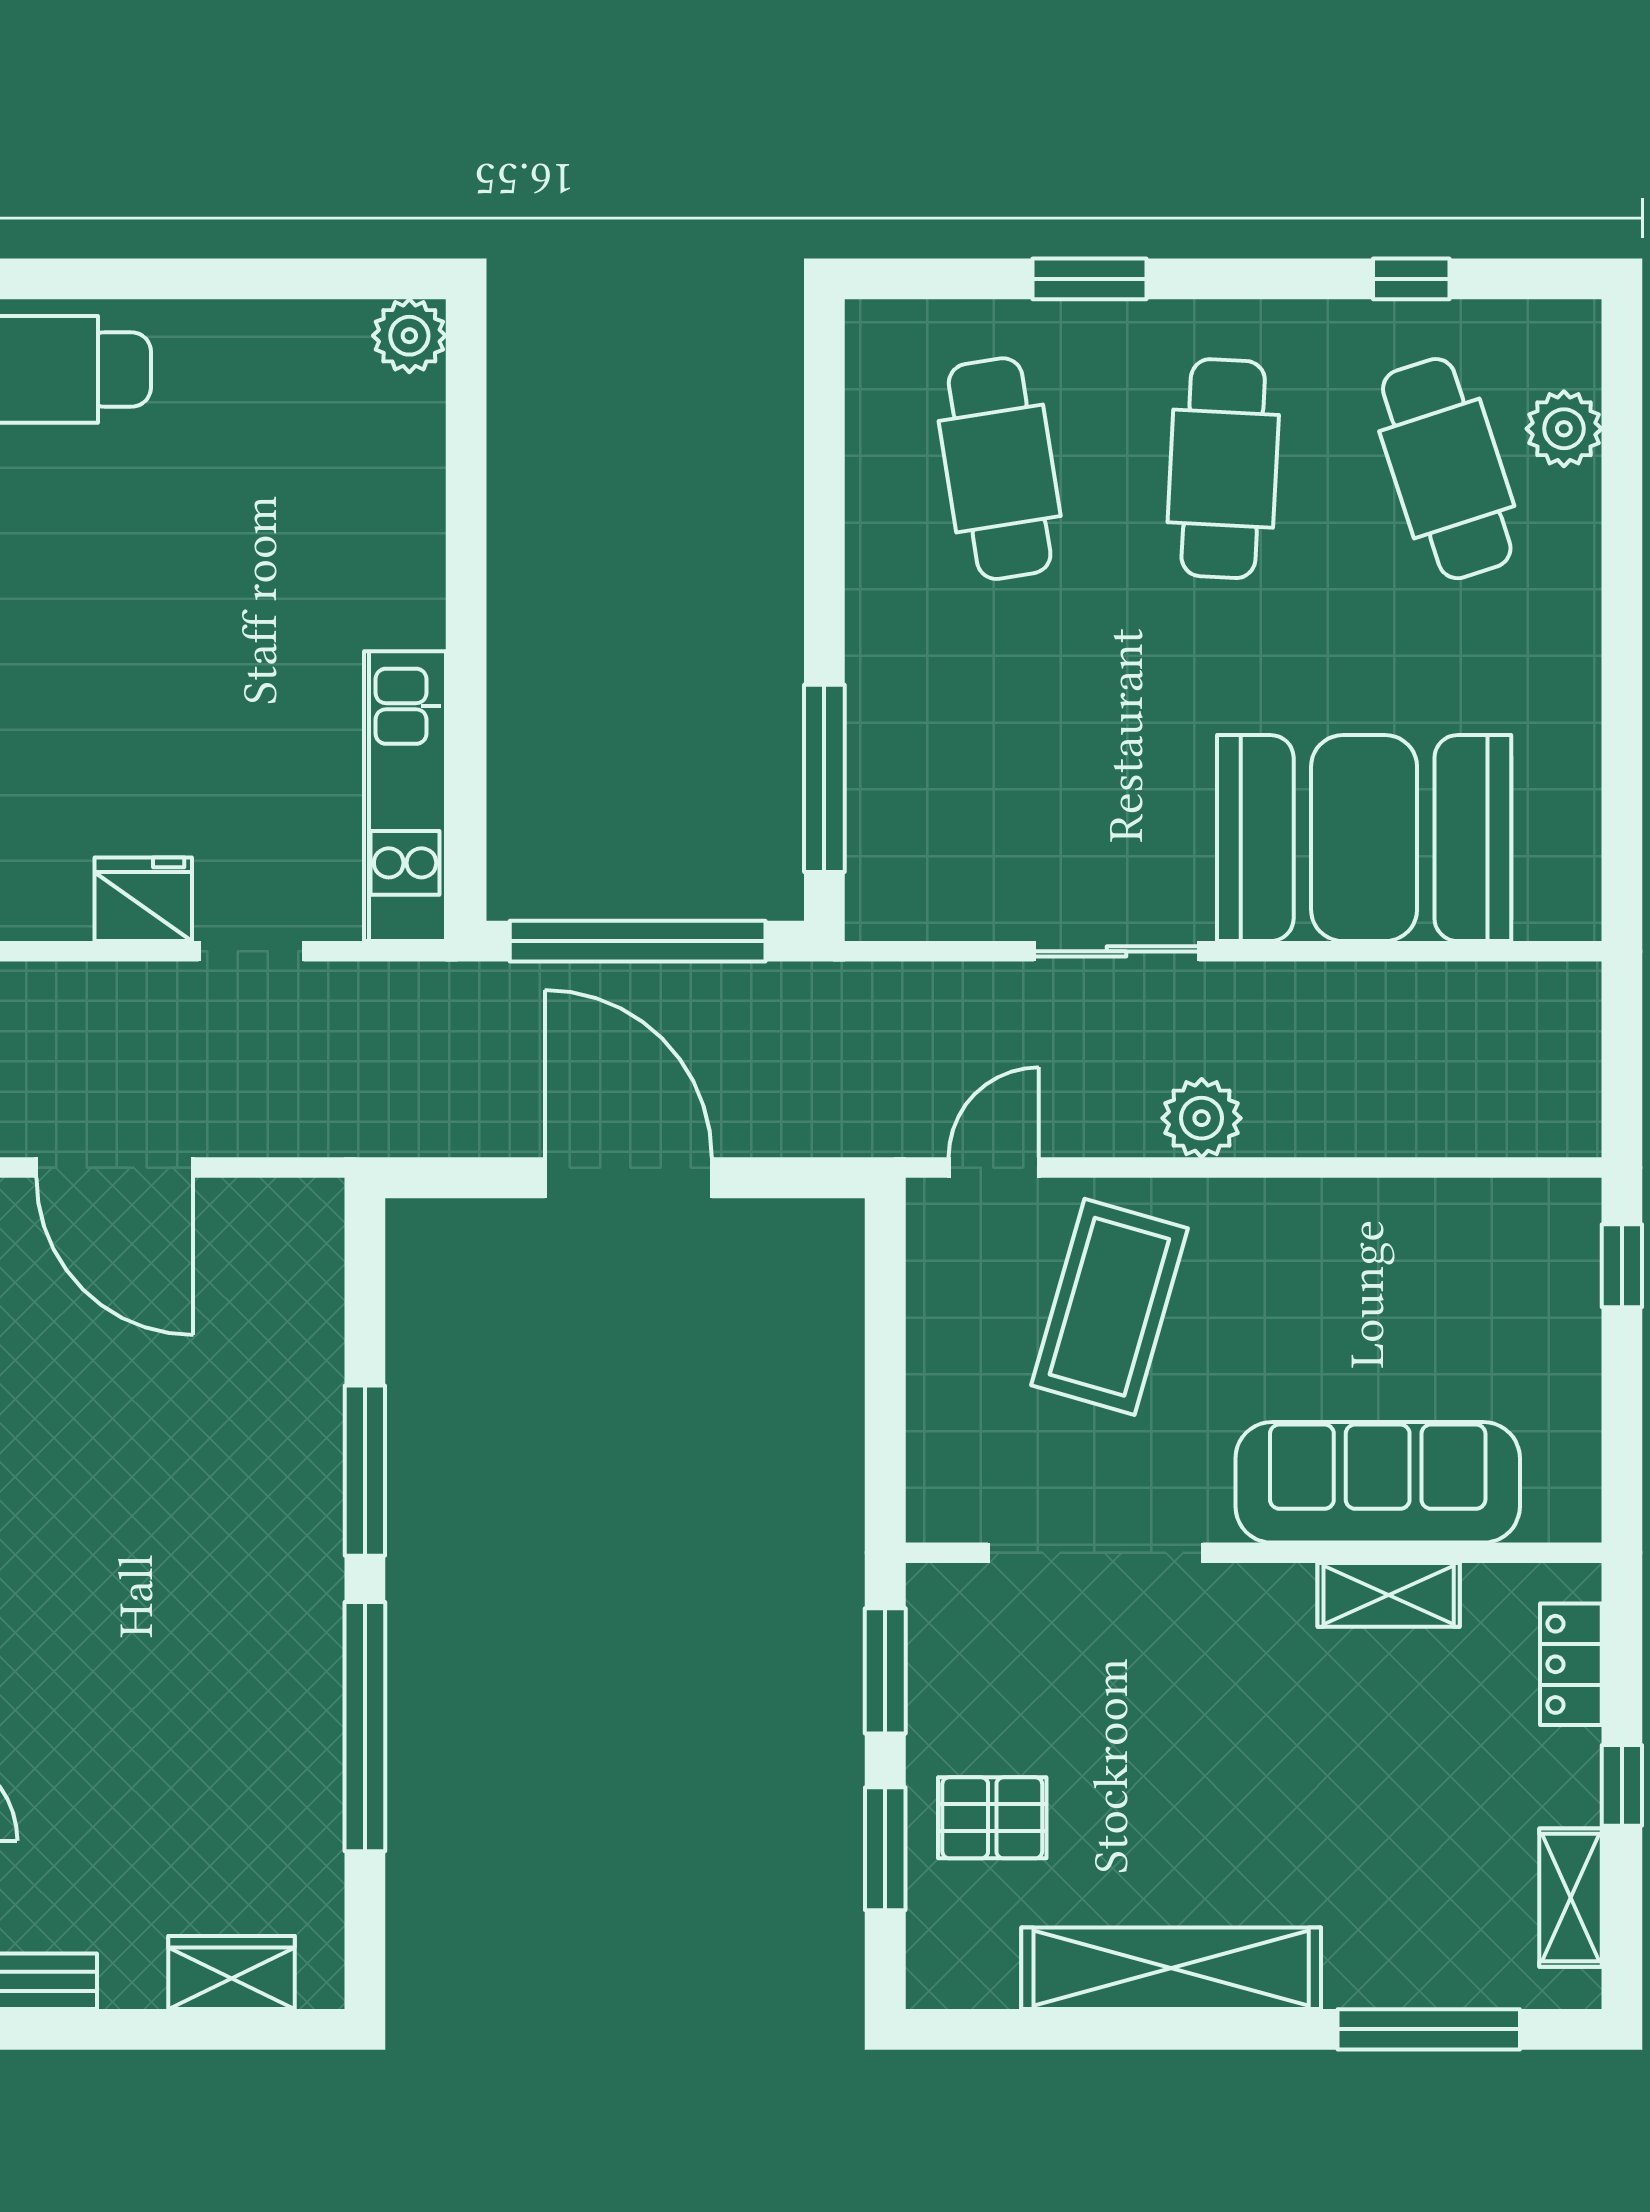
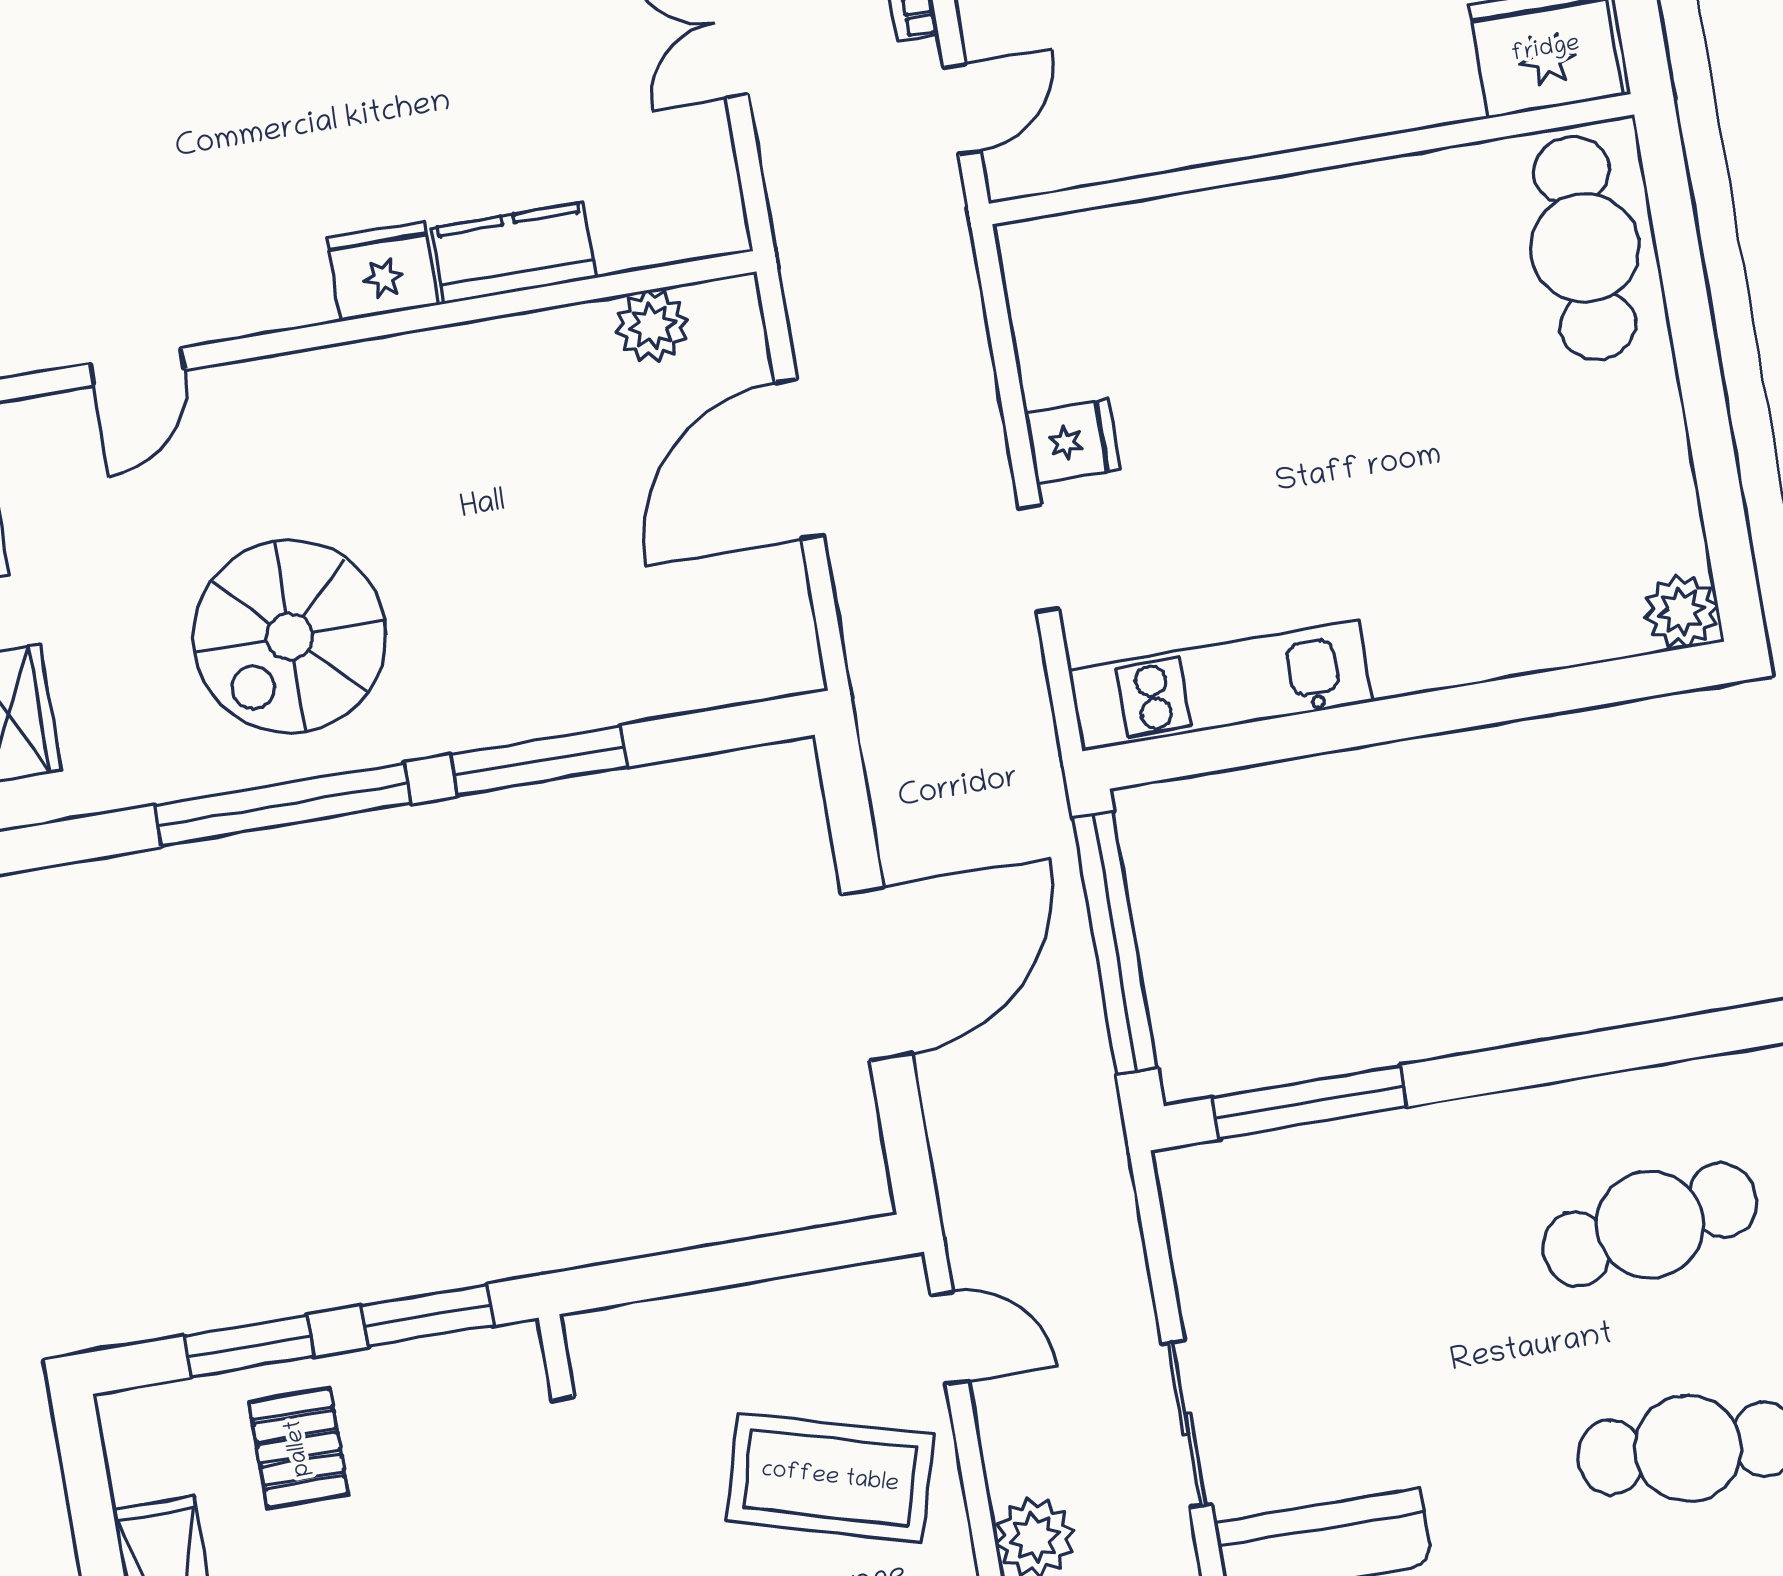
fridge: (143, 899) -> (1072, 442), width x0.72
spiral stairs: (203, 1692) -> (290, 637), added

